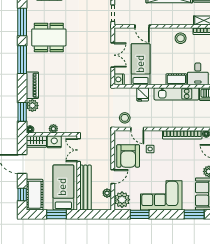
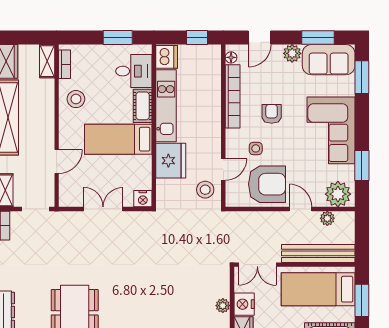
bed: (141, 64) -> (118, 139), moved
fridge: (143, 94) -> (171, 161), width x1.88, depth x1.34
armchair: (171, 159) -> (272, 114), added

